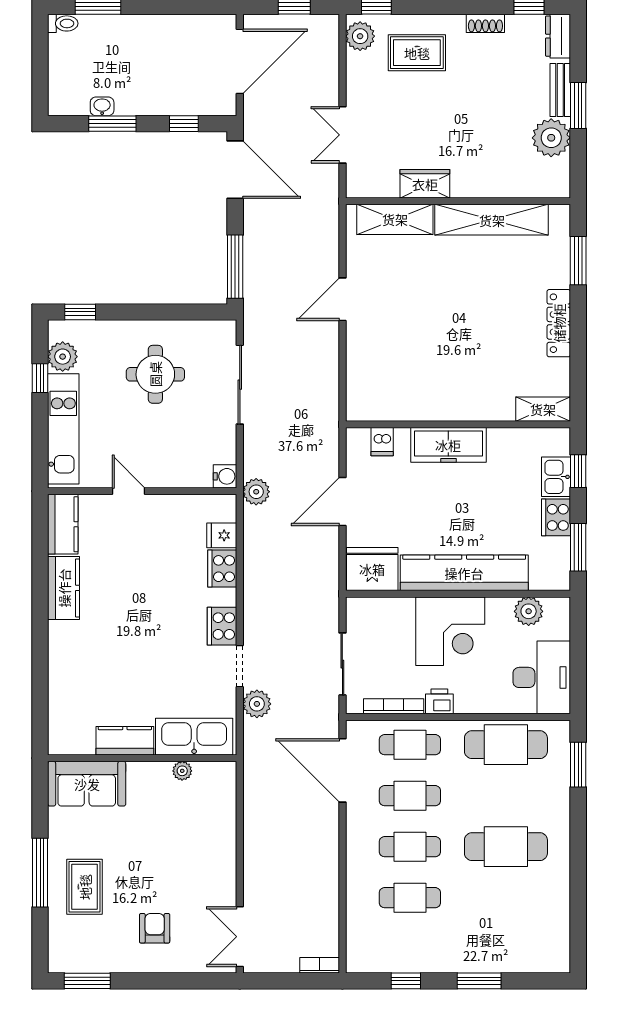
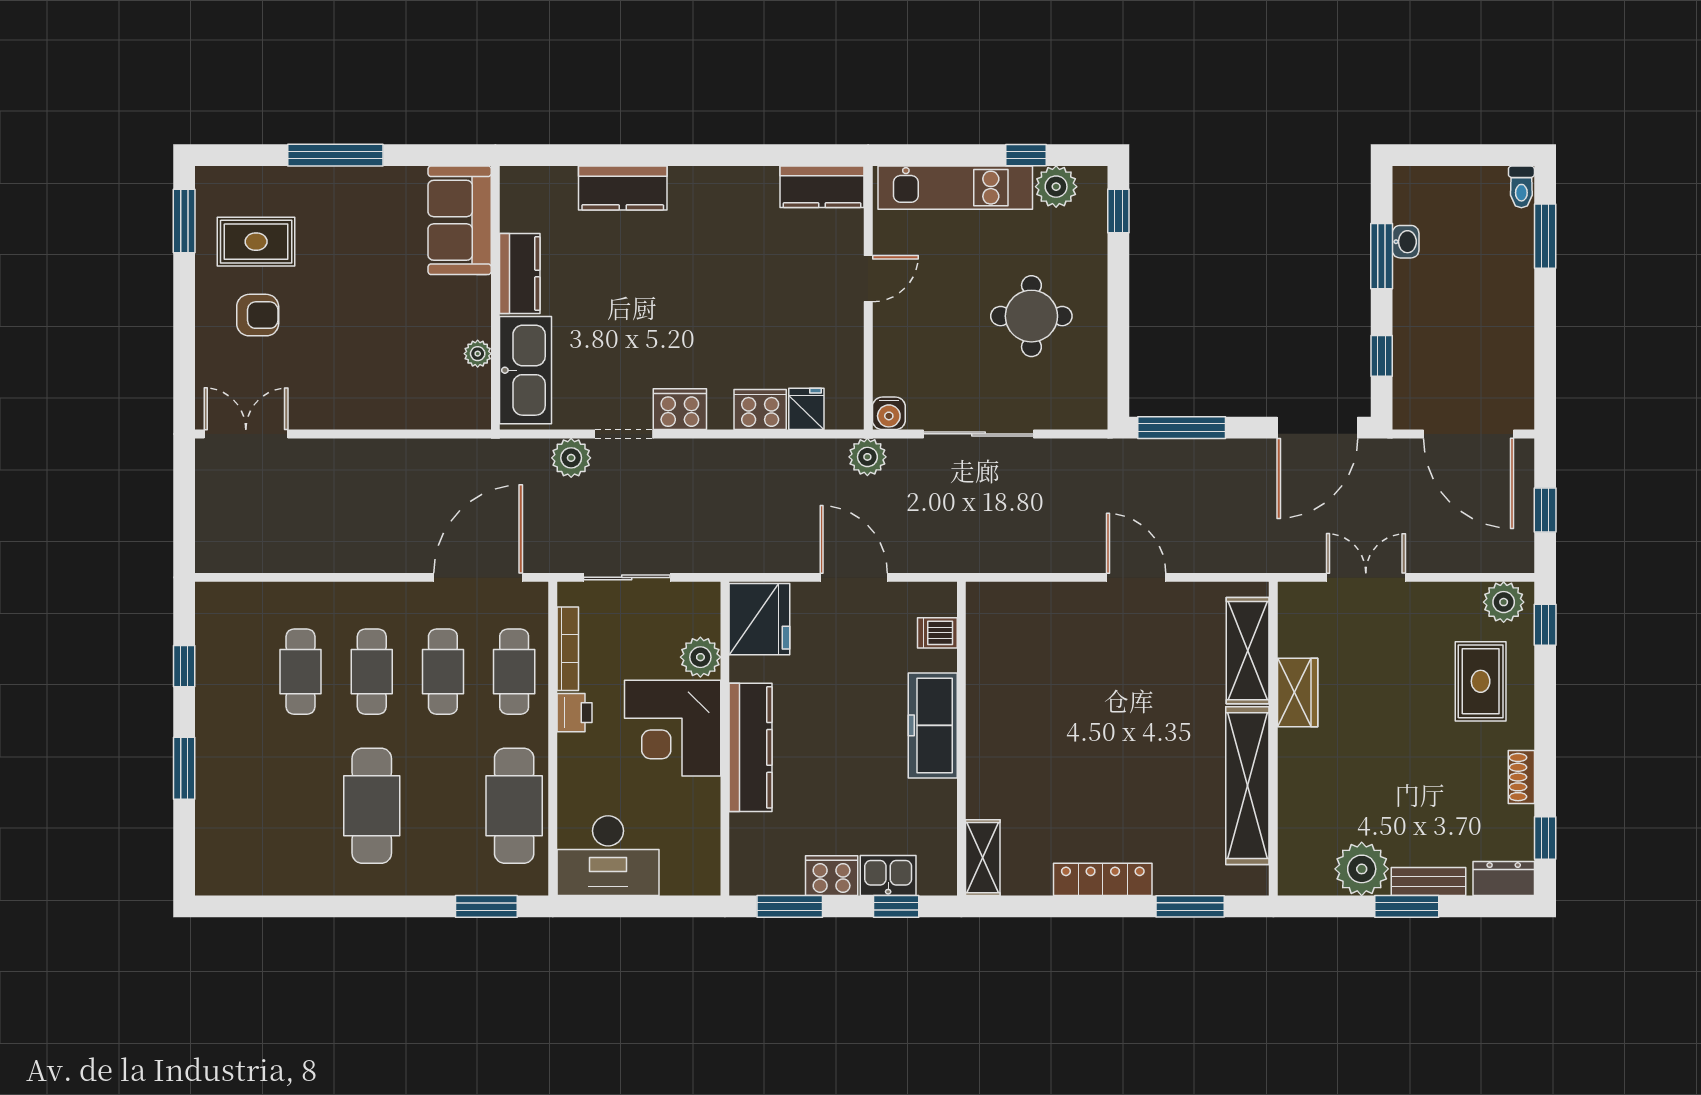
sliding door: (240, 385) -> (978, 434), moved
kitchen counter: (464, 573) -> (751, 747), width x0.72, depth x0.86
kitchen counter: (64, 588) -> (623, 188), moved
plant: (529, 611) -> (700, 657), moved
rug: (85, 887) -> (256, 242), moved
bookcase: (320, 965) -> (206, 545), removed

